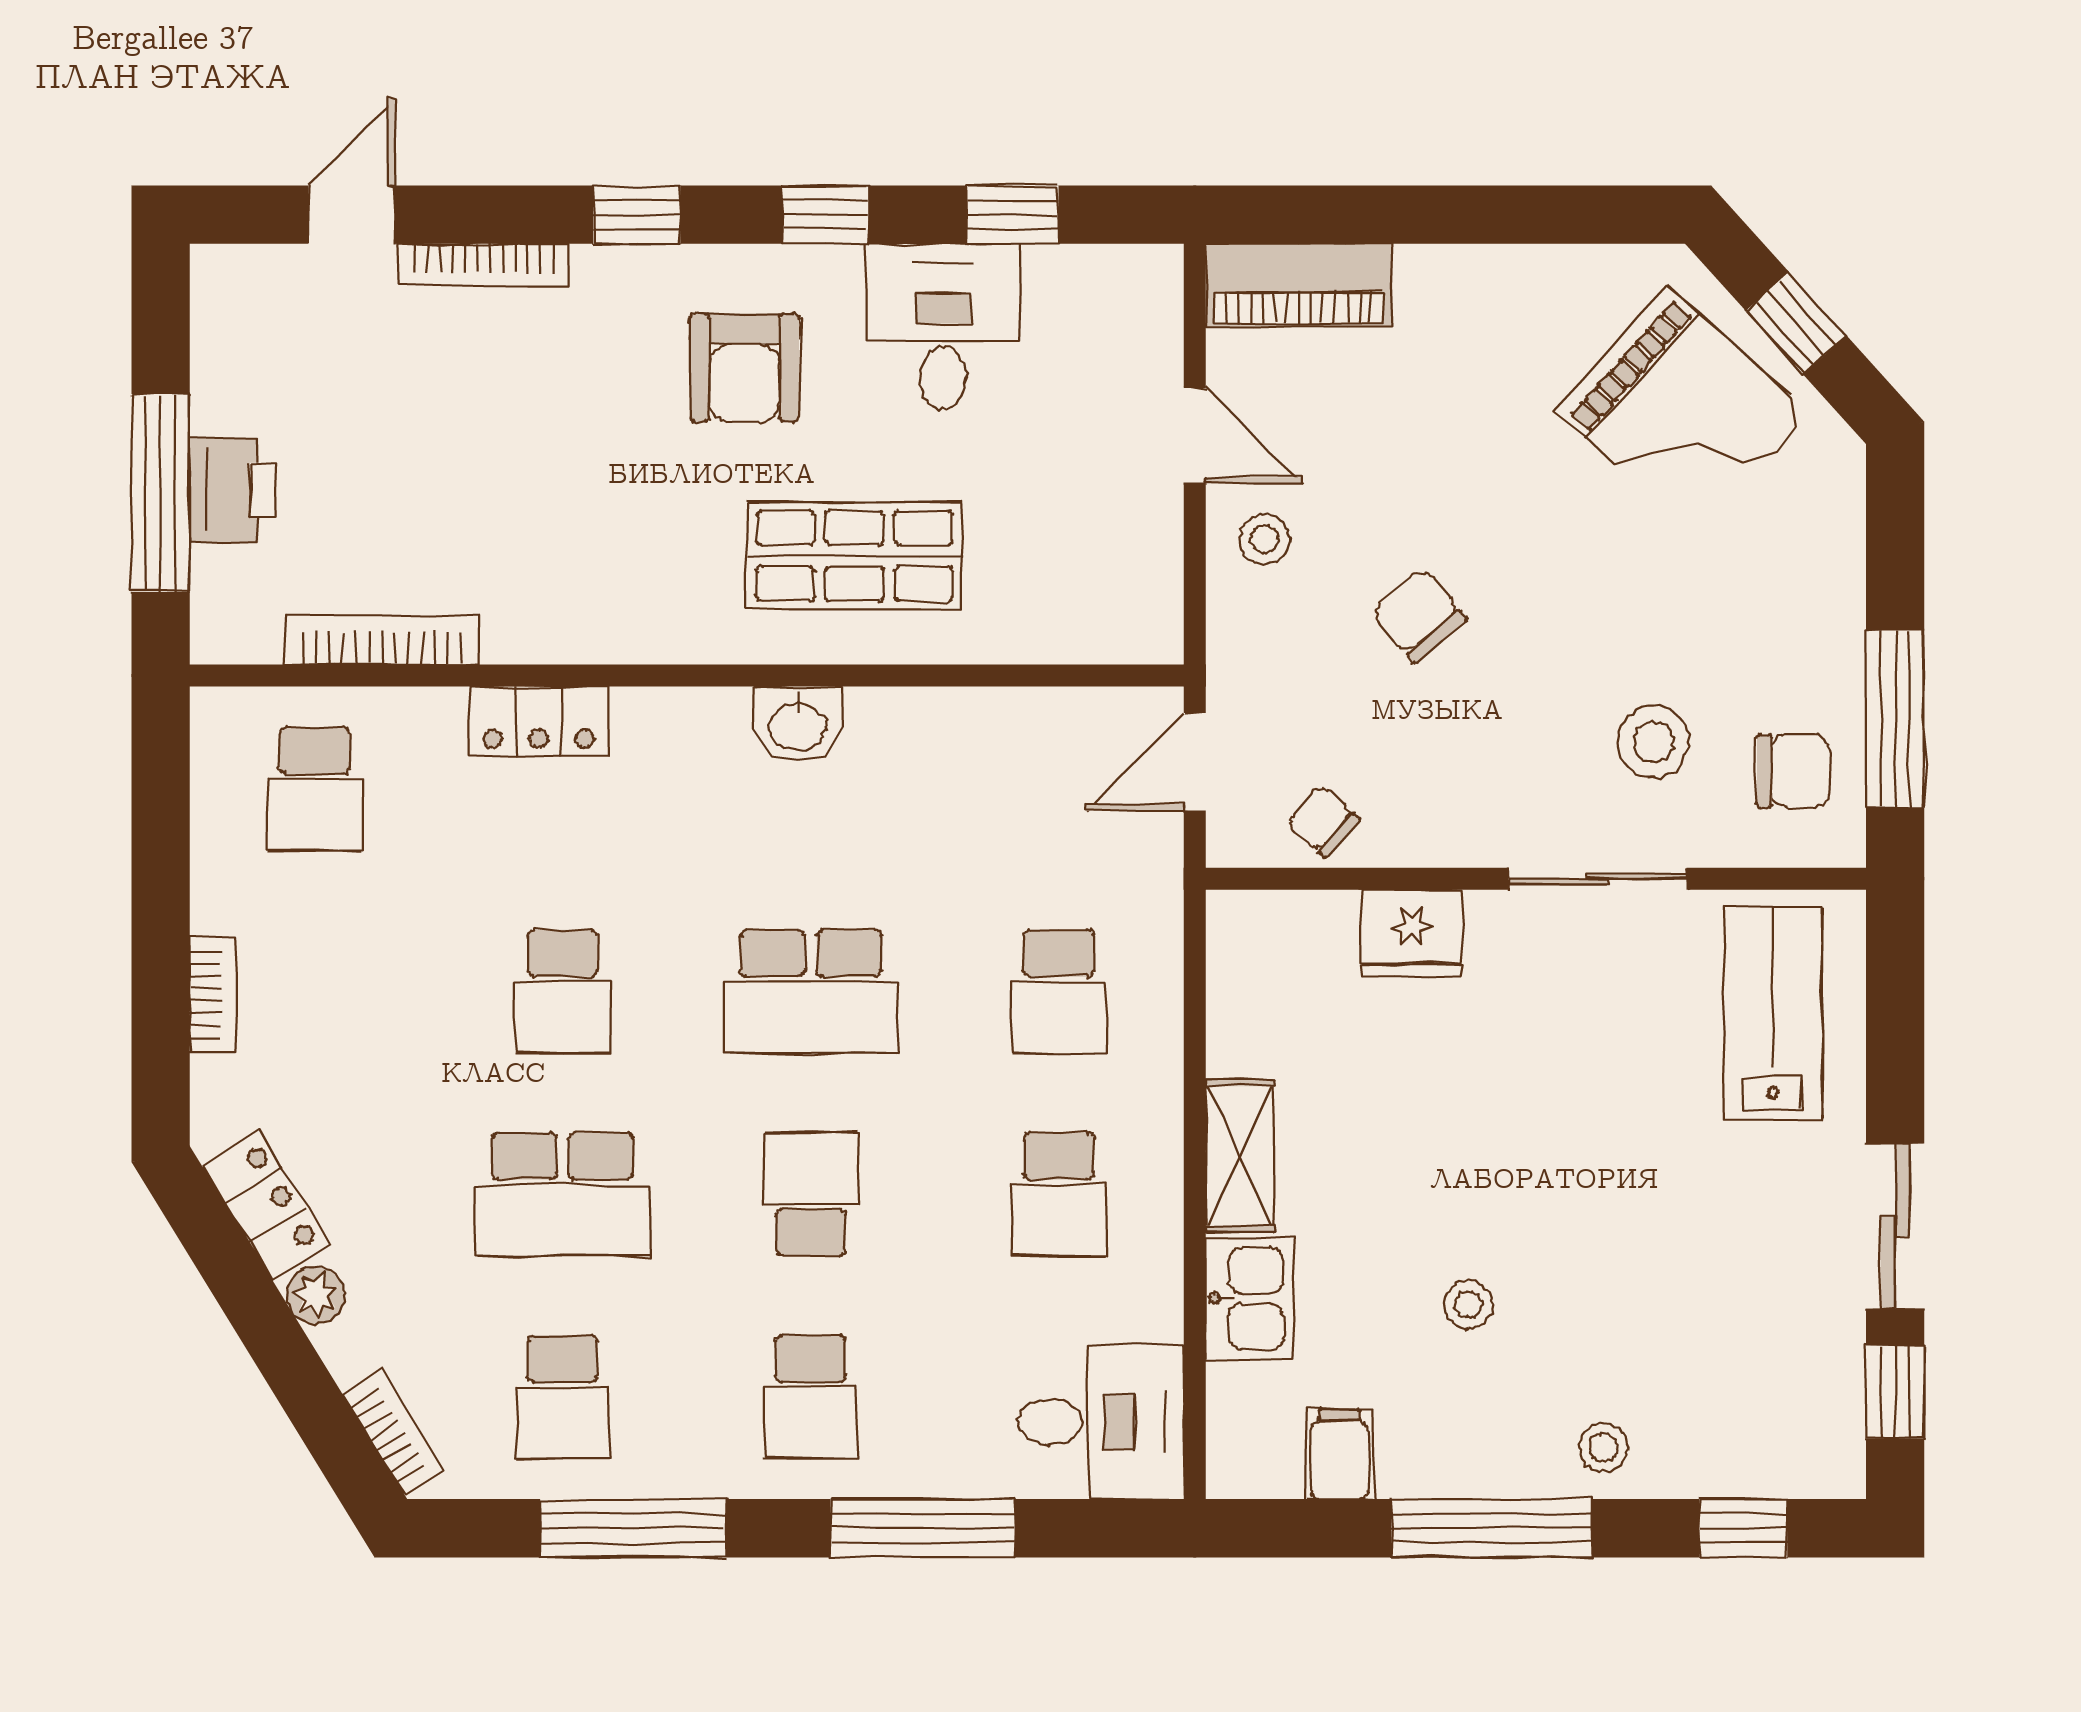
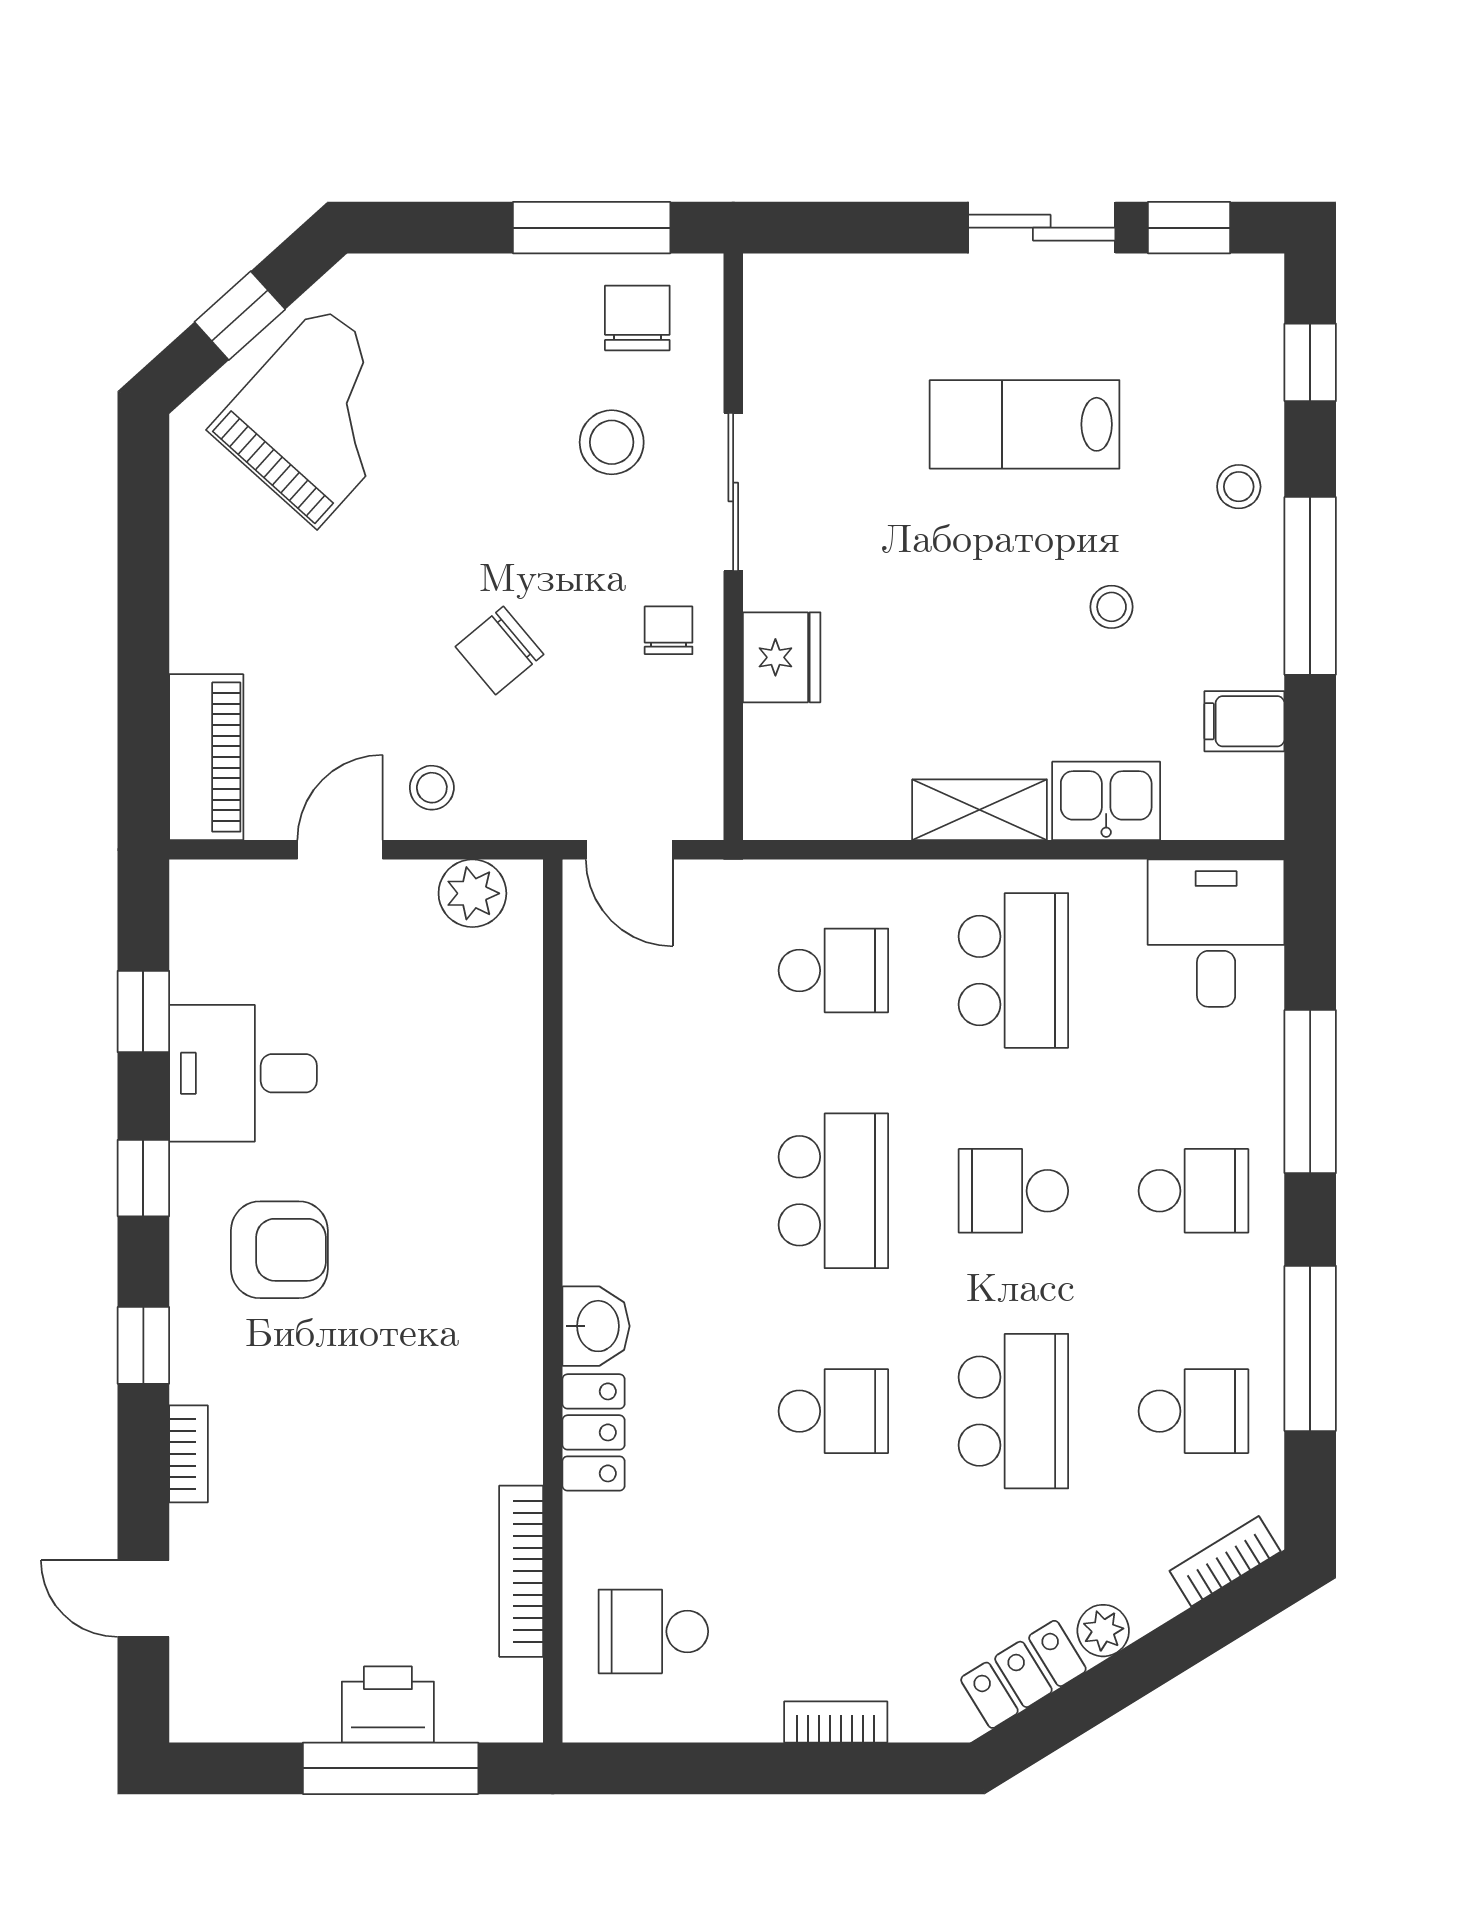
bookcase: (484, 265) -> (189, 1454), width x0.64
shop shelf: (854, 556) -> (447, 1152), removed
plant: (1146, 585) -> (472, 893), added
washbasin: (798, 724) -> (596, 1326), moved
school desk: (315, 789) -> (653, 1631), turned 180
chair: (1323, 821) -> (669, 630), moved, turned 139
lab bench: (1773, 1014) -> (1025, 424), moved
school desk: (1059, 1194) -> (1013, 970), width x1.85

